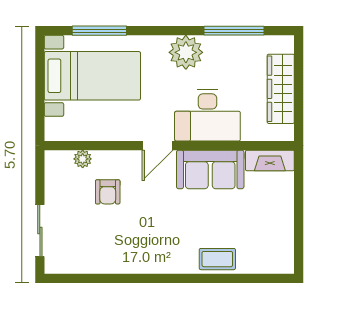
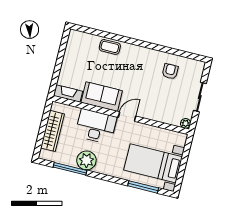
plant: (186, 52) -> (86, 160), moved
plant: (83, 159) -> (186, 123), moved
armchair: (108, 192) -> (170, 71), moved
sliding door: (40, 231) -> (200, 97), moved

